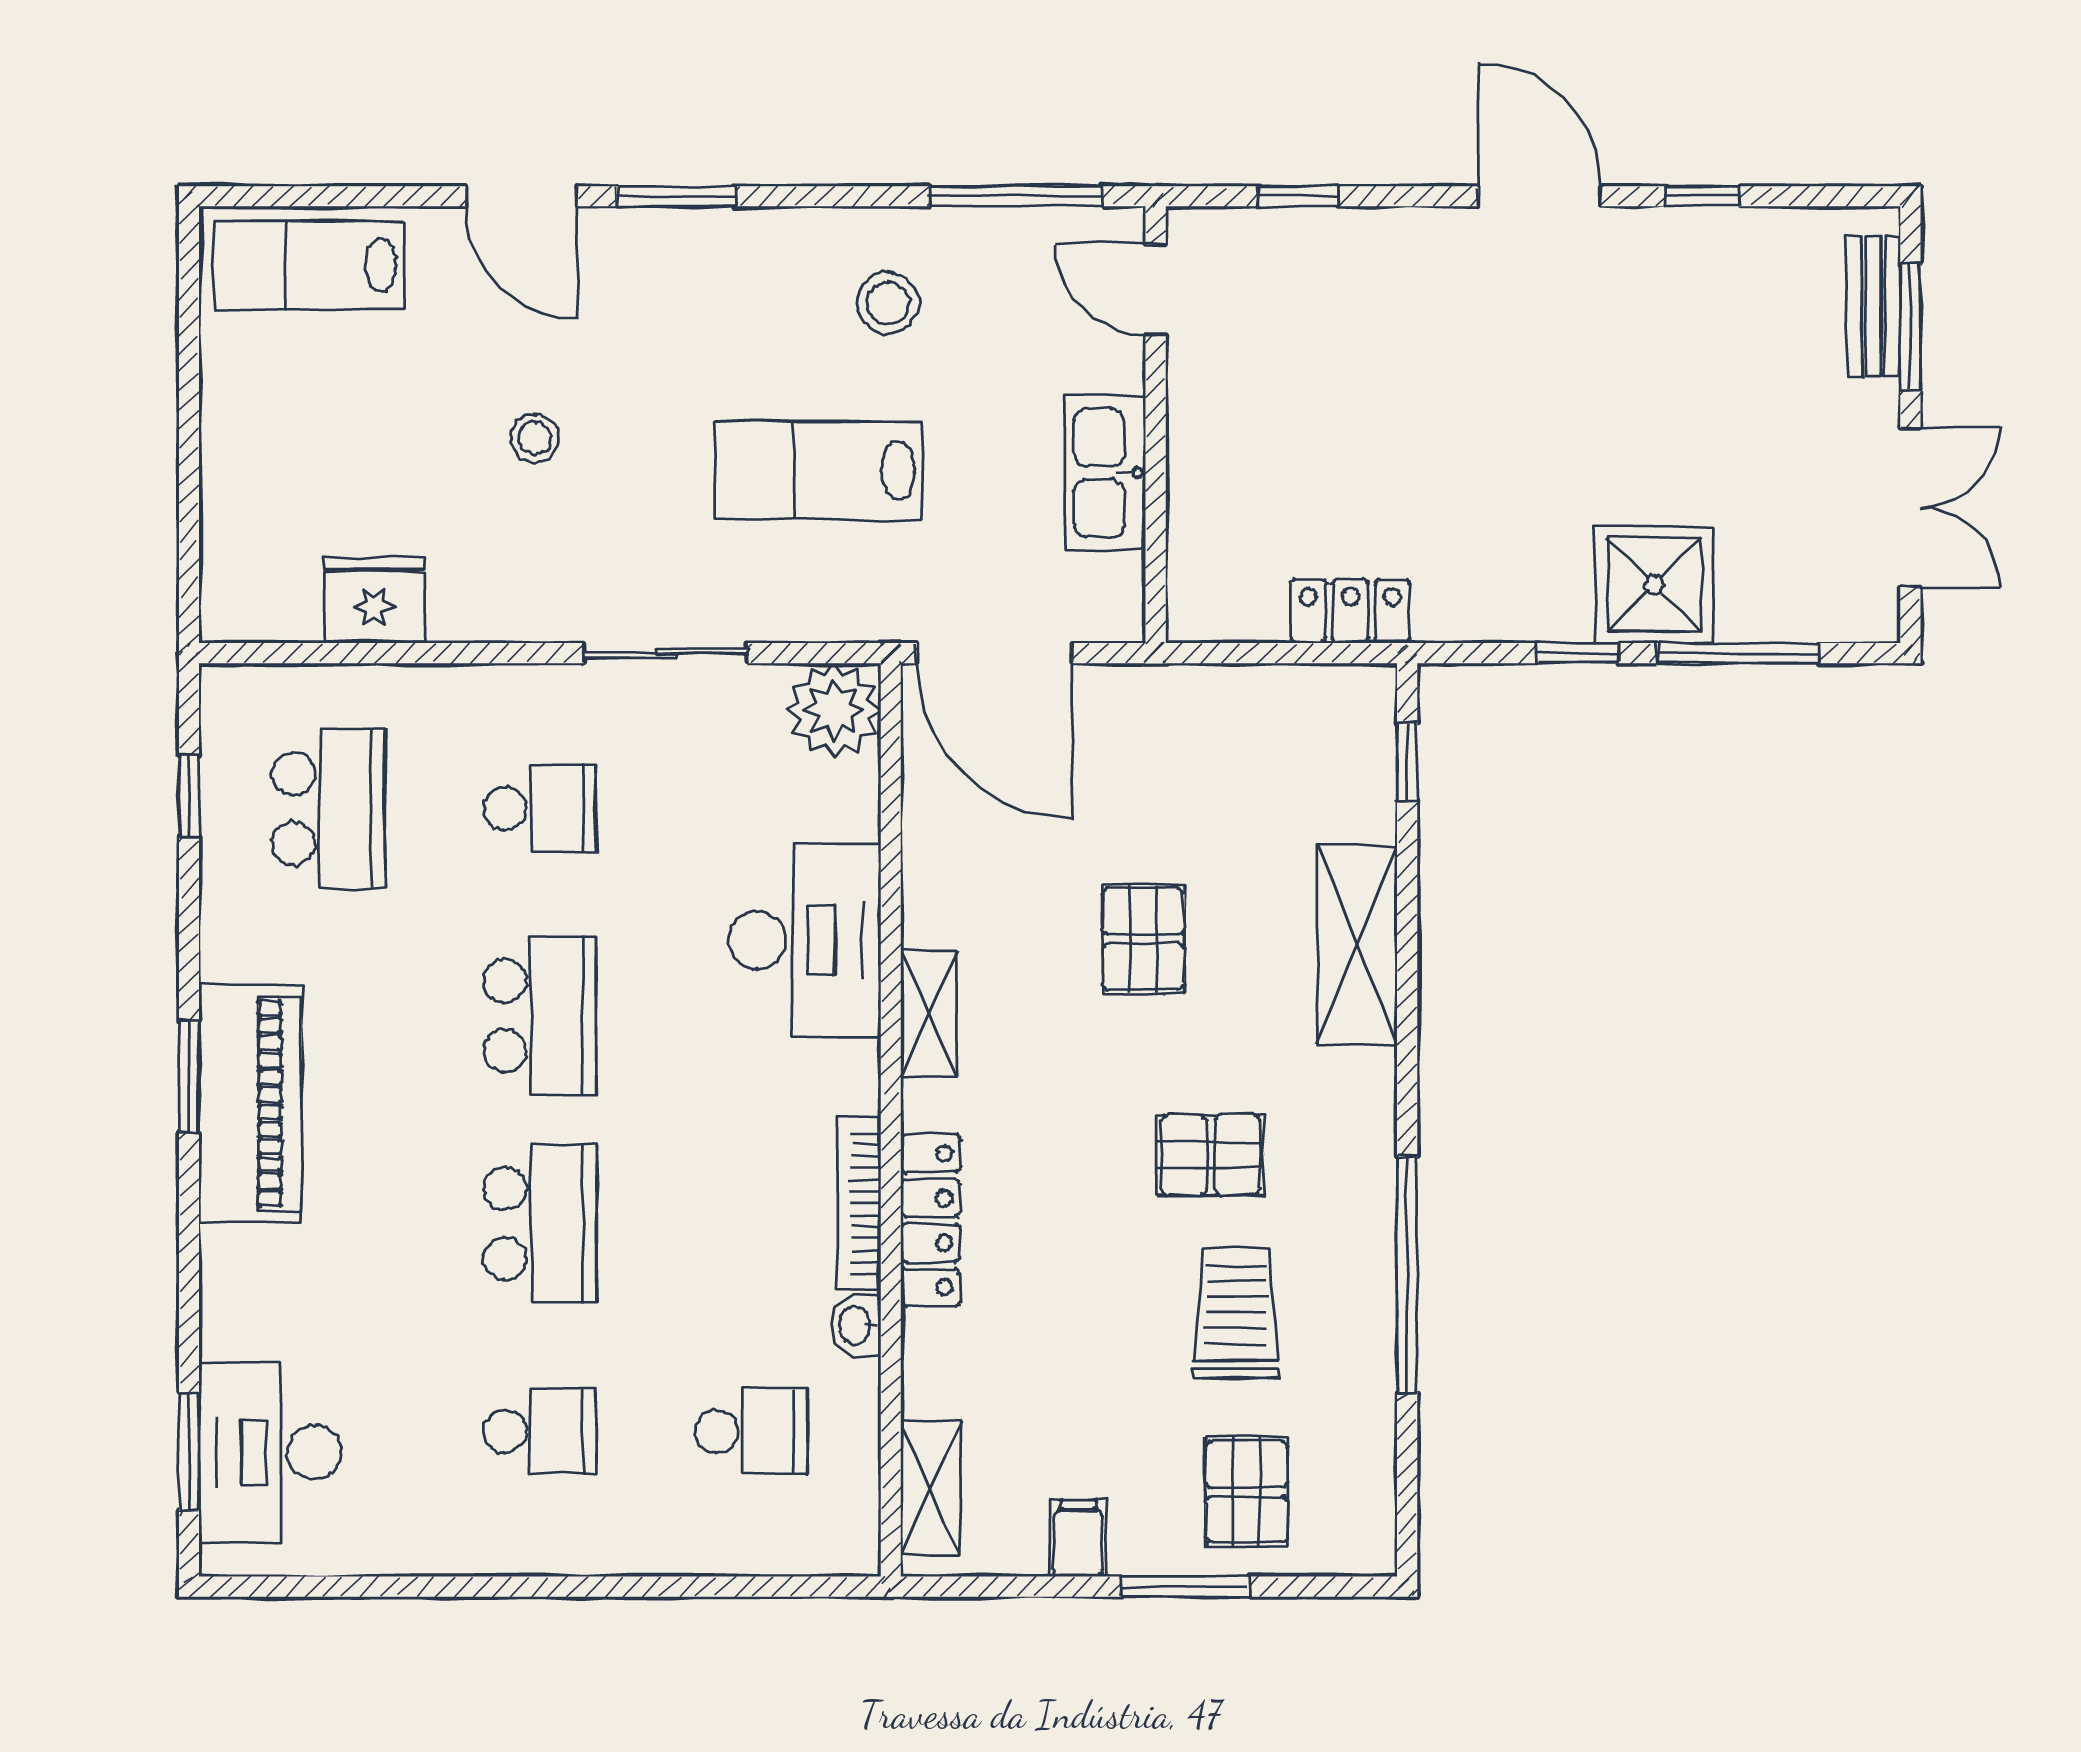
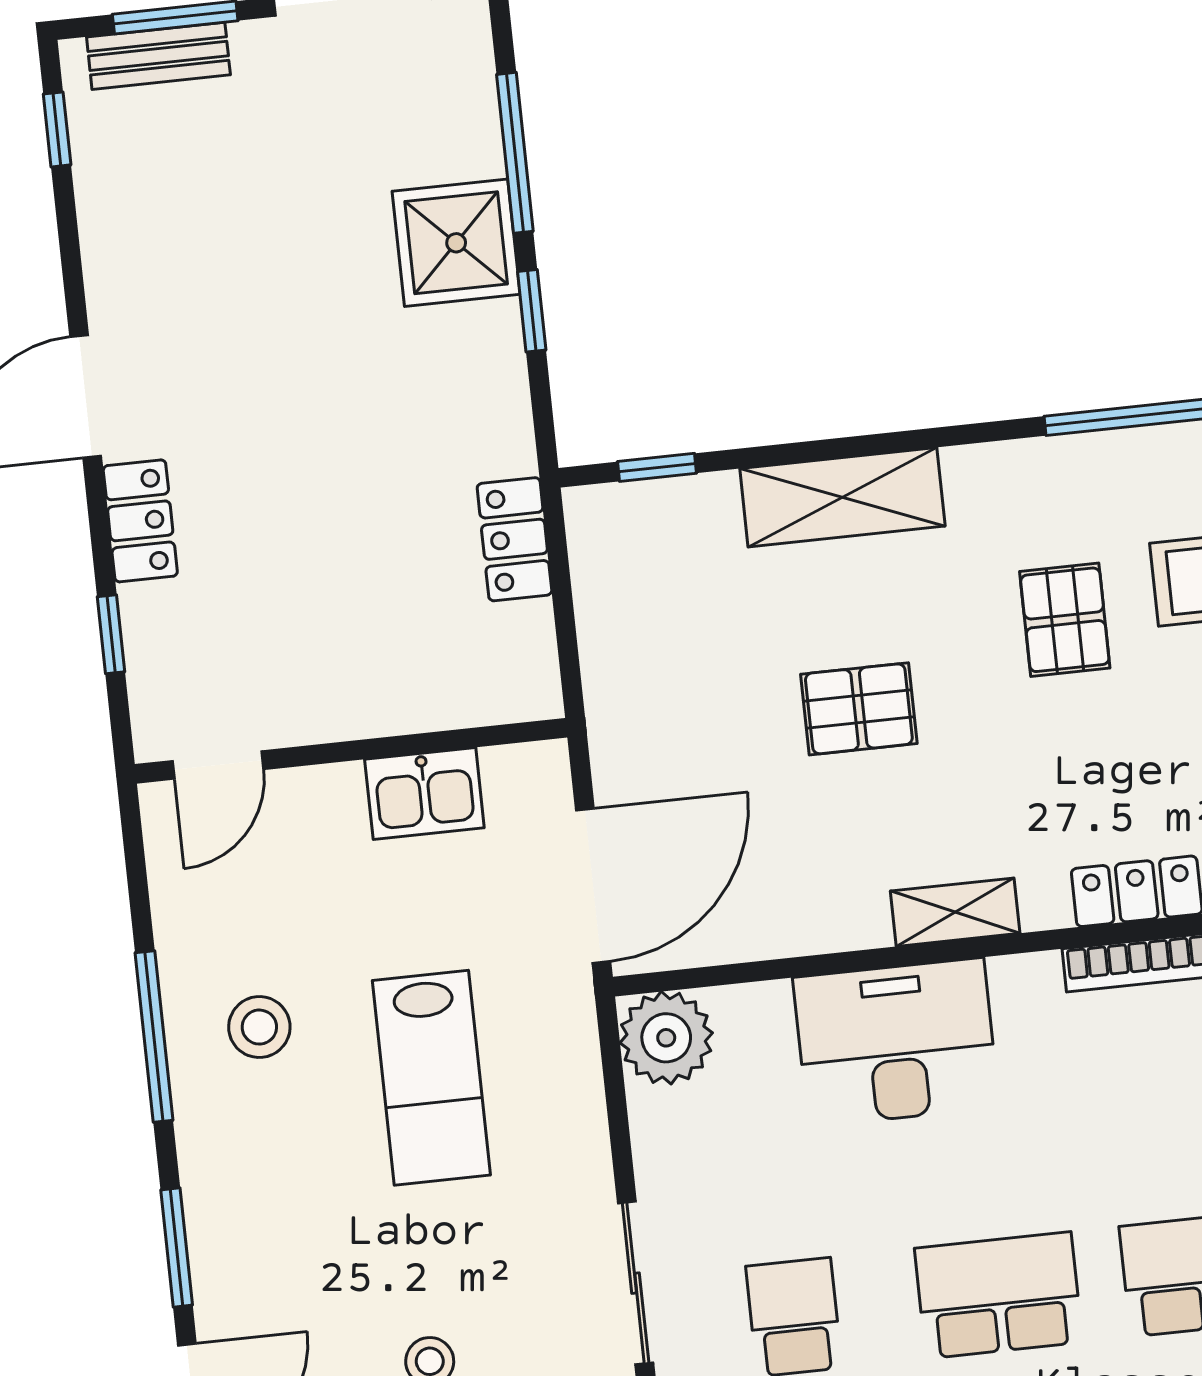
window: (1016, 196) -> (154, 1037), moved
window: (1703, 196) -> (57, 129), moved
locker: (1409, 238) -> (140, 521), added
kitchen sink: (1105, 473) -> (424, 794), width x0.73
sliding door: (666, 653) -> (636, 1283), moved

